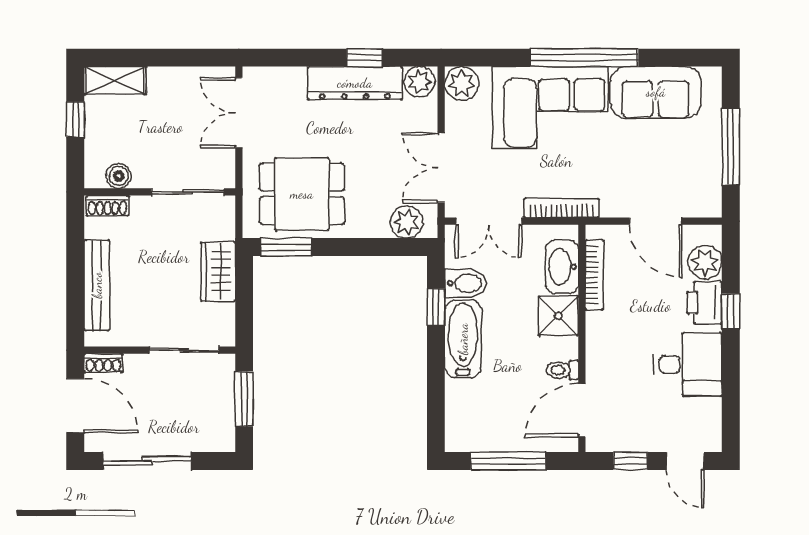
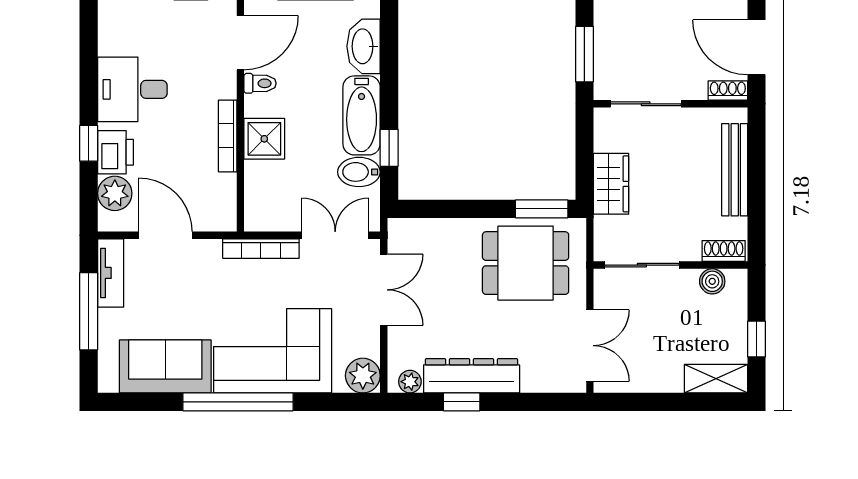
plant: (420, 82) -> (410, 382), width x0.73, depth x0.73
tv unit: (709, 184) -> (111, 273), added
plant: (407, 222) -> (419, 234), removed
washbasin: (562, 267) -> (364, 46), moved, turned 180
bookcase: (594, 275) -> (228, 136), moved

